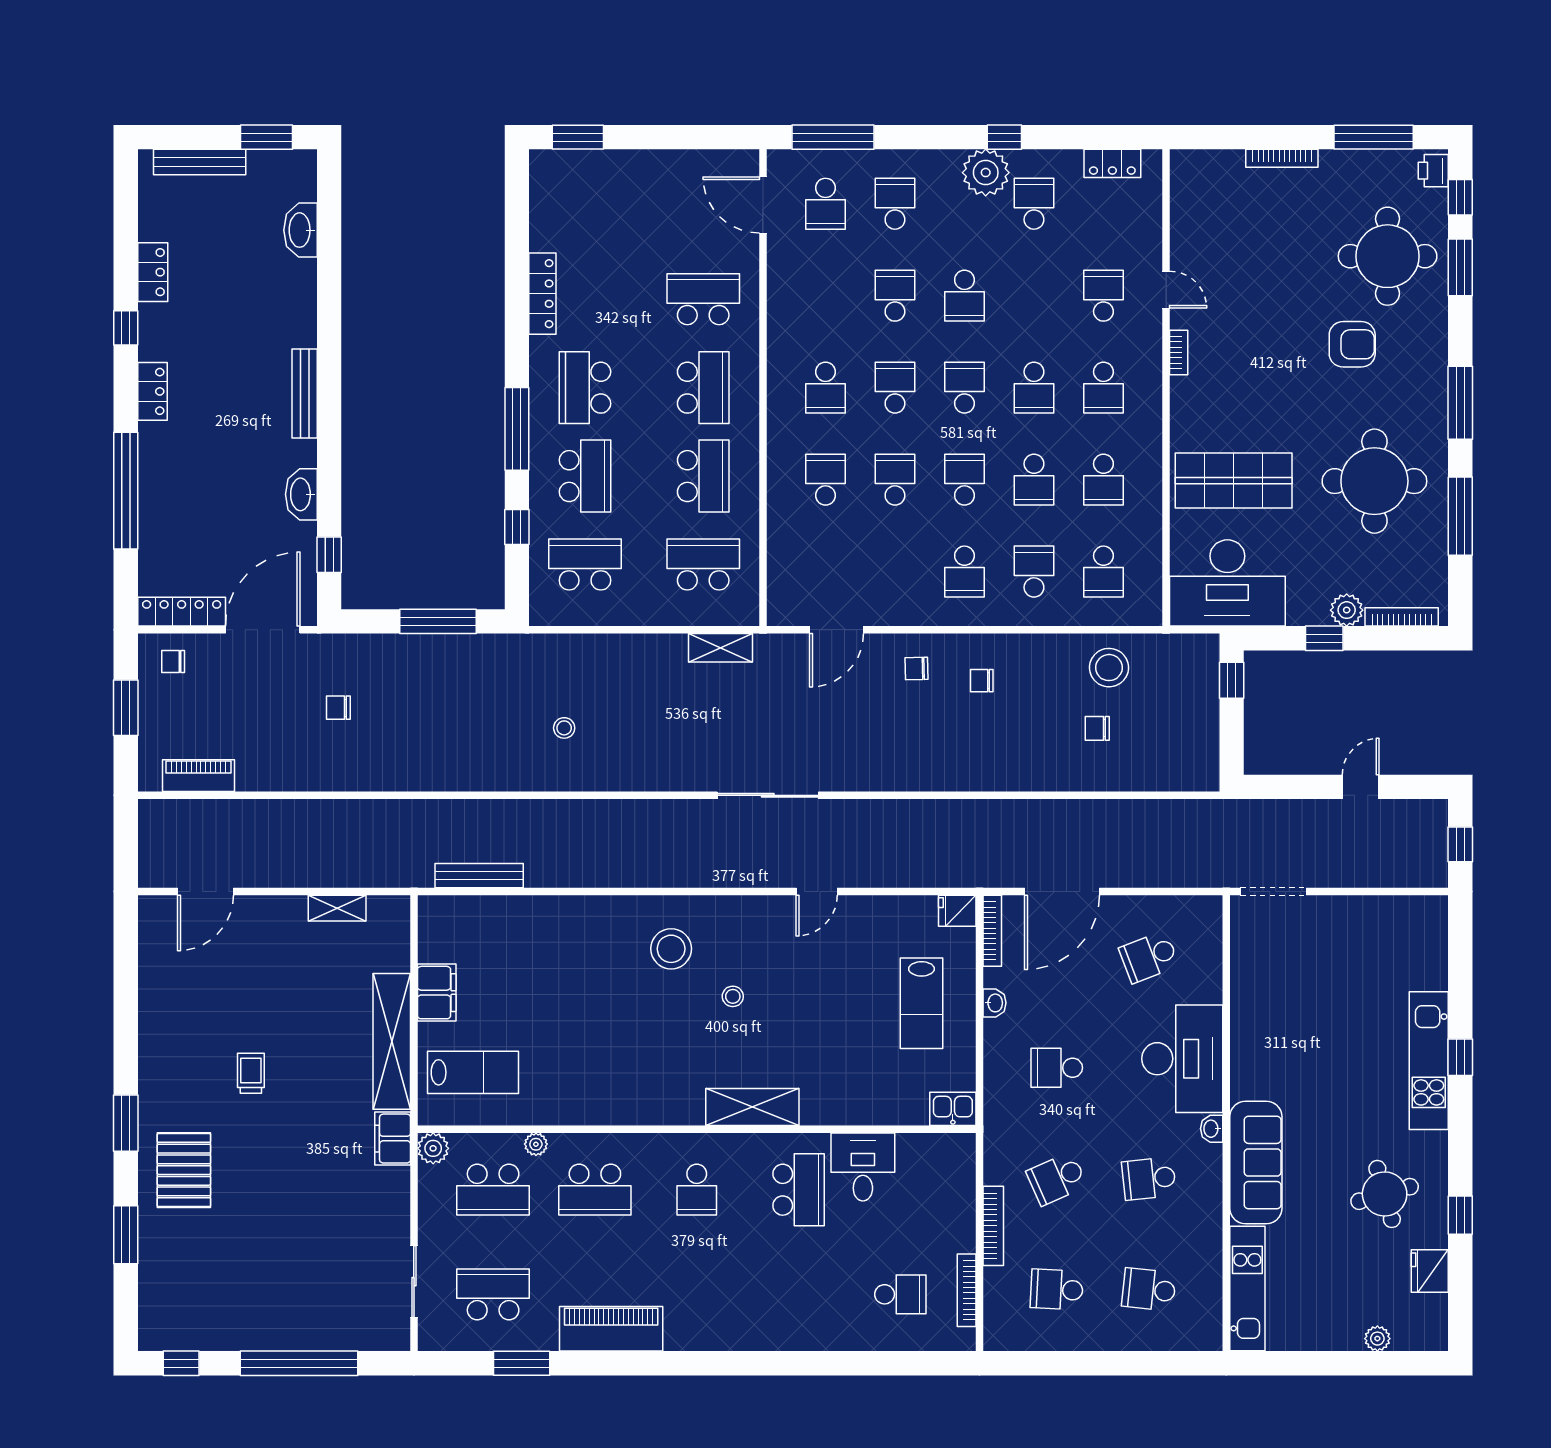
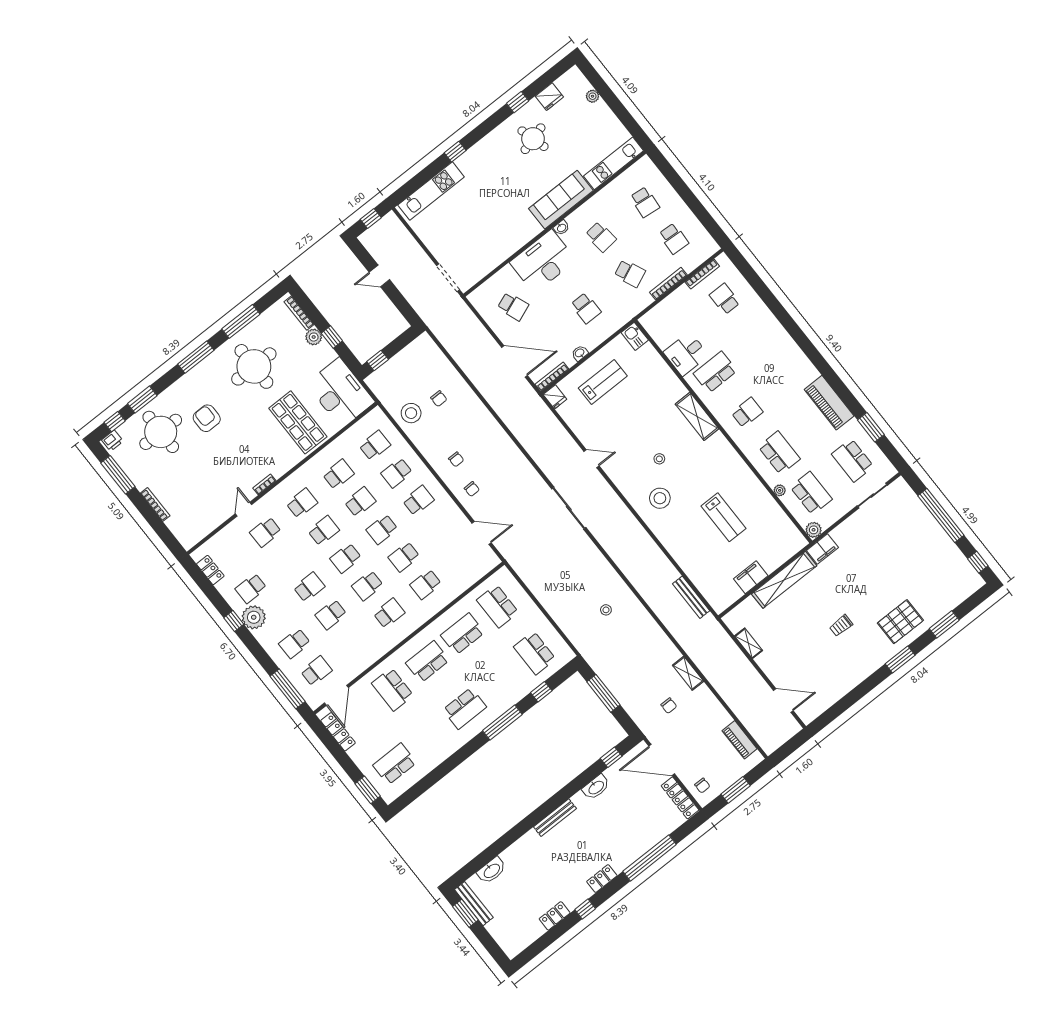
bench: (200, 162) -> (474, 904), moved
locker: (542, 294) -> (338, 732), moved, turned 90
school desk: (585, 476) -> (395, 764), moved
shelving: (721, 648) -> (688, 673), moved
kitchen unit: (1429, 1061) -> (431, 191), moved
lab bench: (473, 1072) -> (724, 517), moved, turned 180

